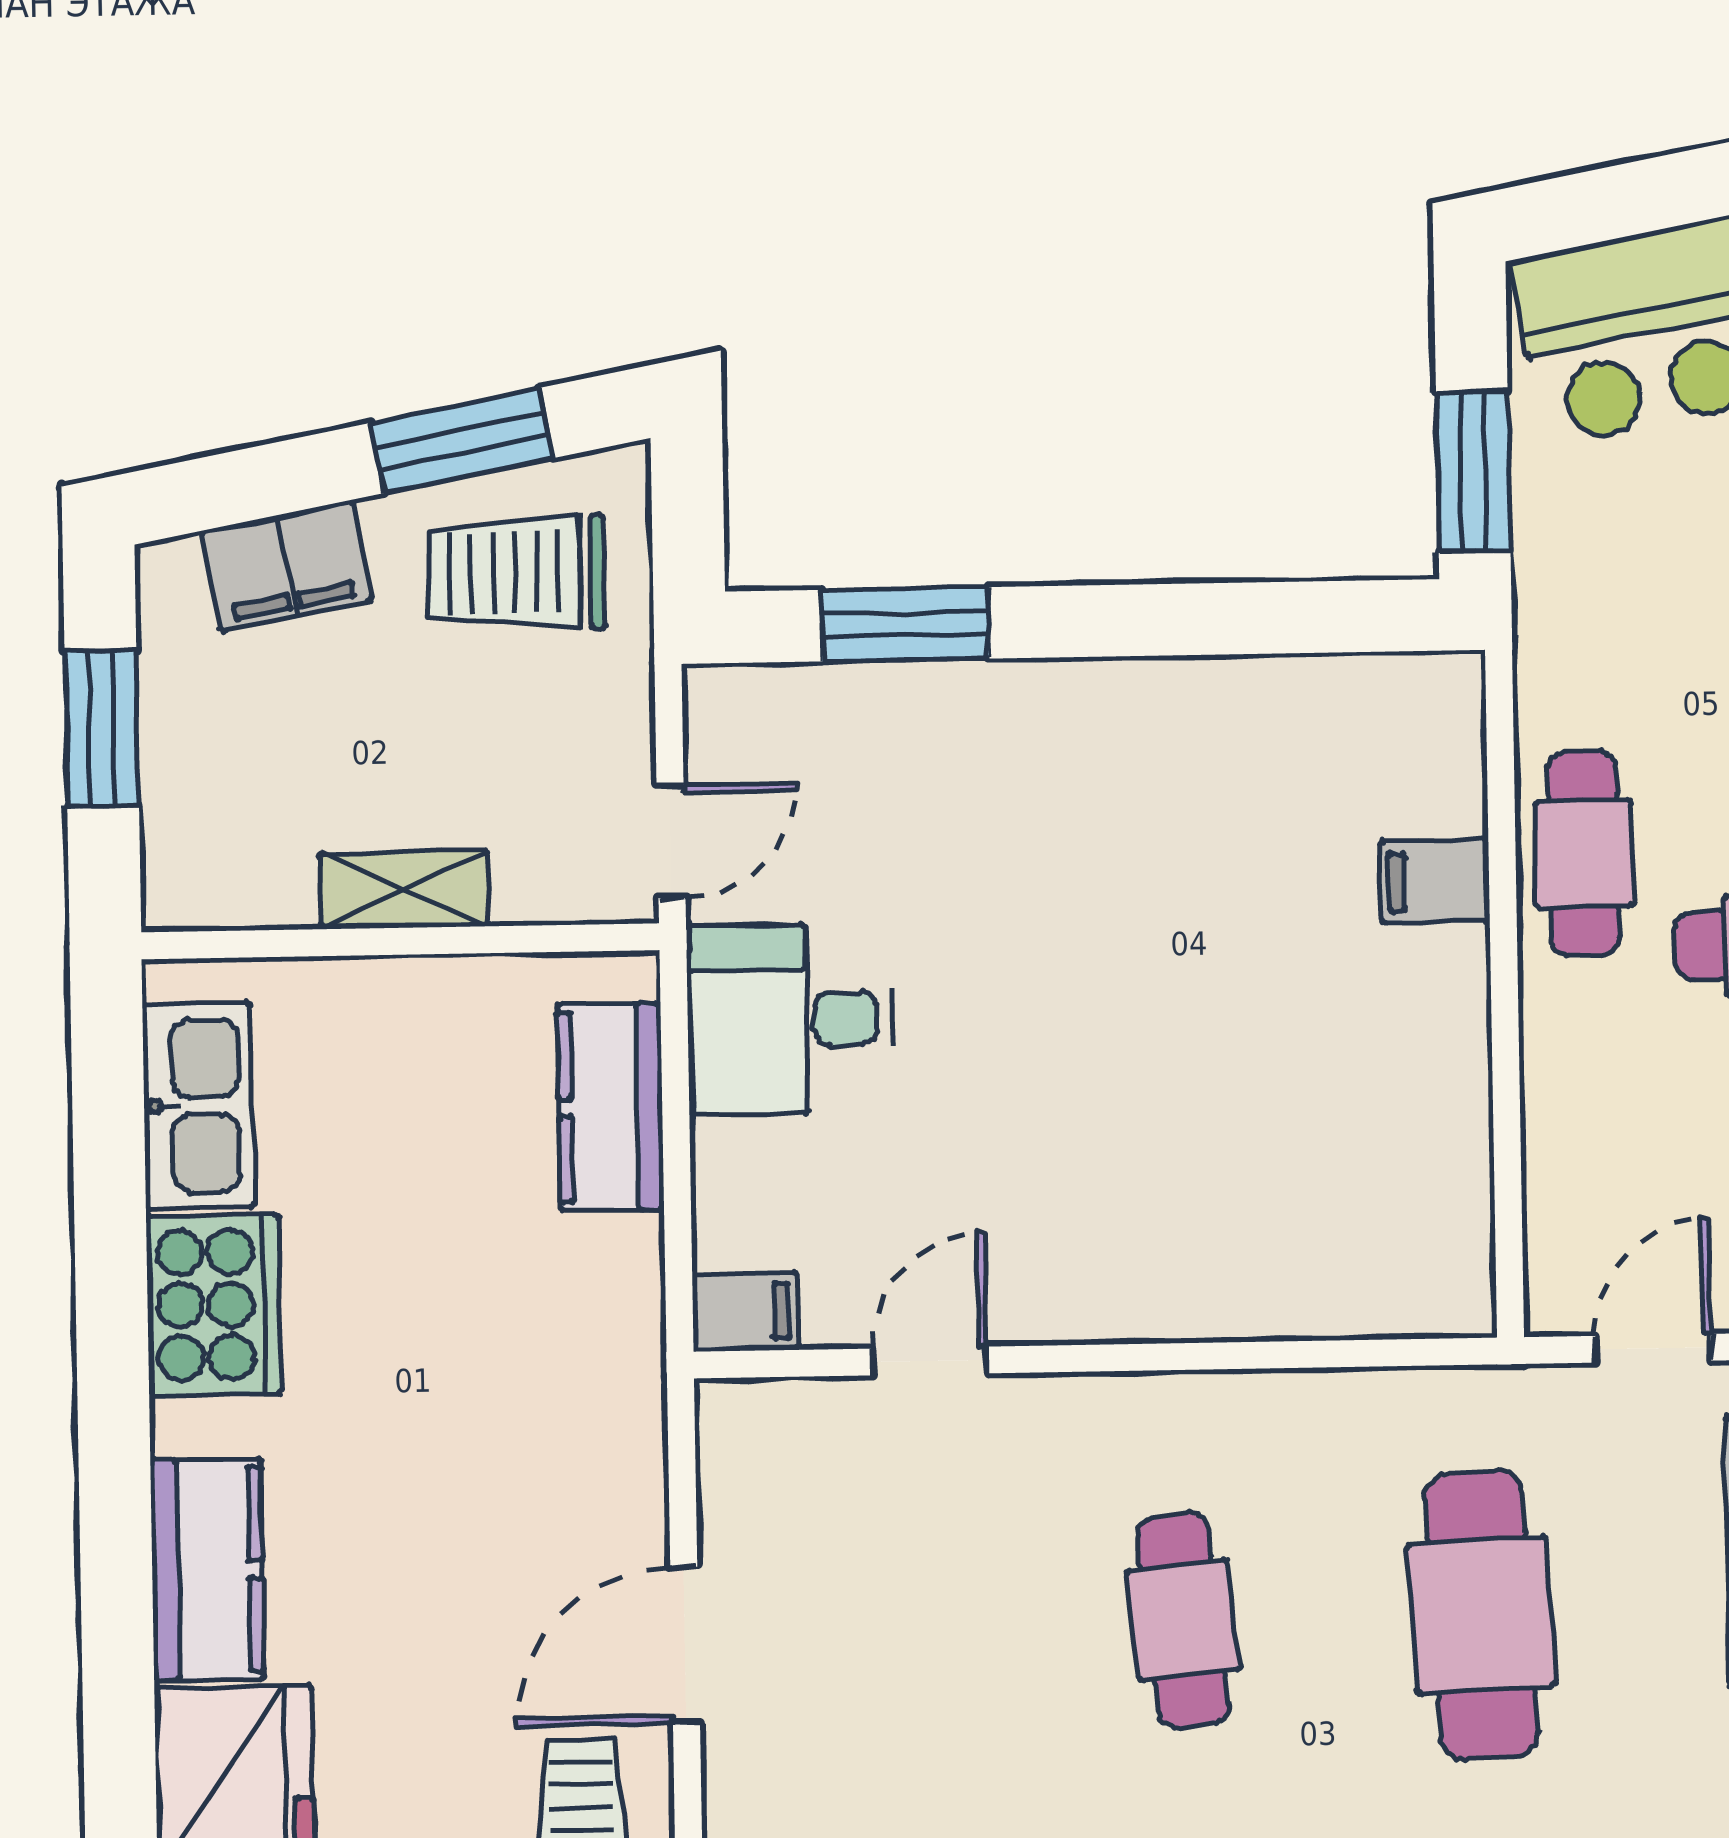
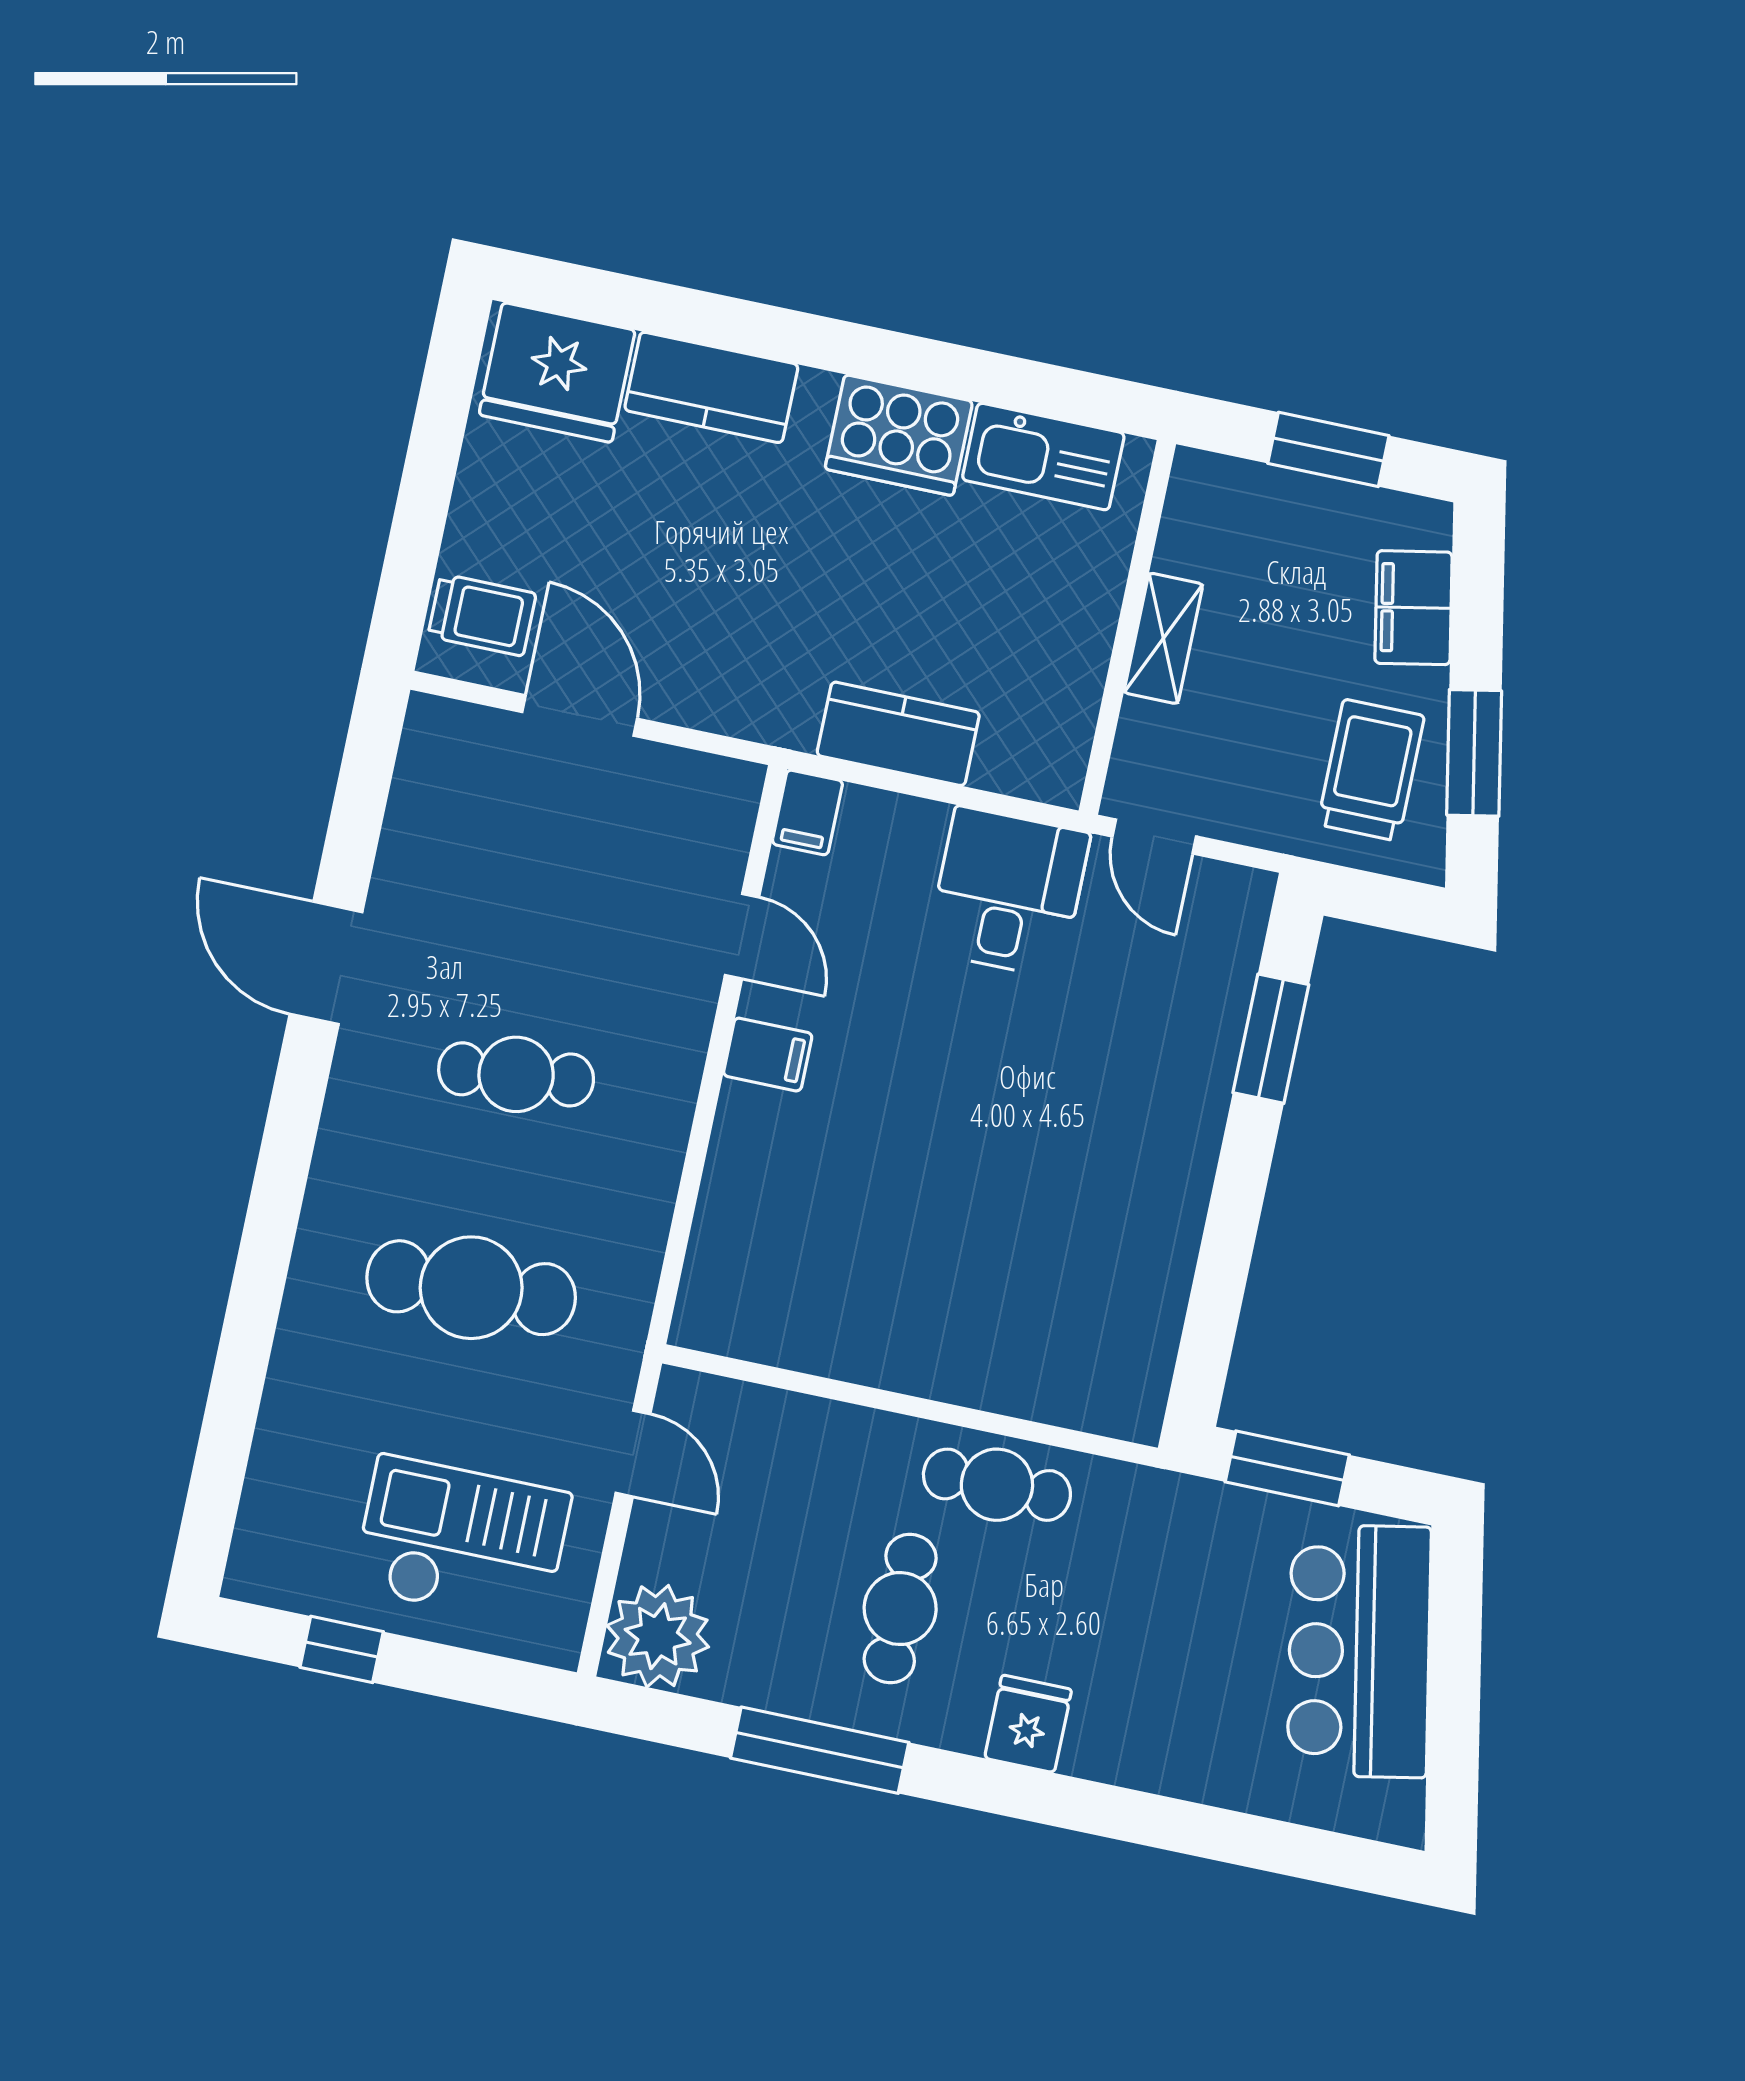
filing cabinet: (1435, 881) -> (768, 1055), moved, turned 90
kitchen counter: (610, 1107) -> (898, 734), moved

